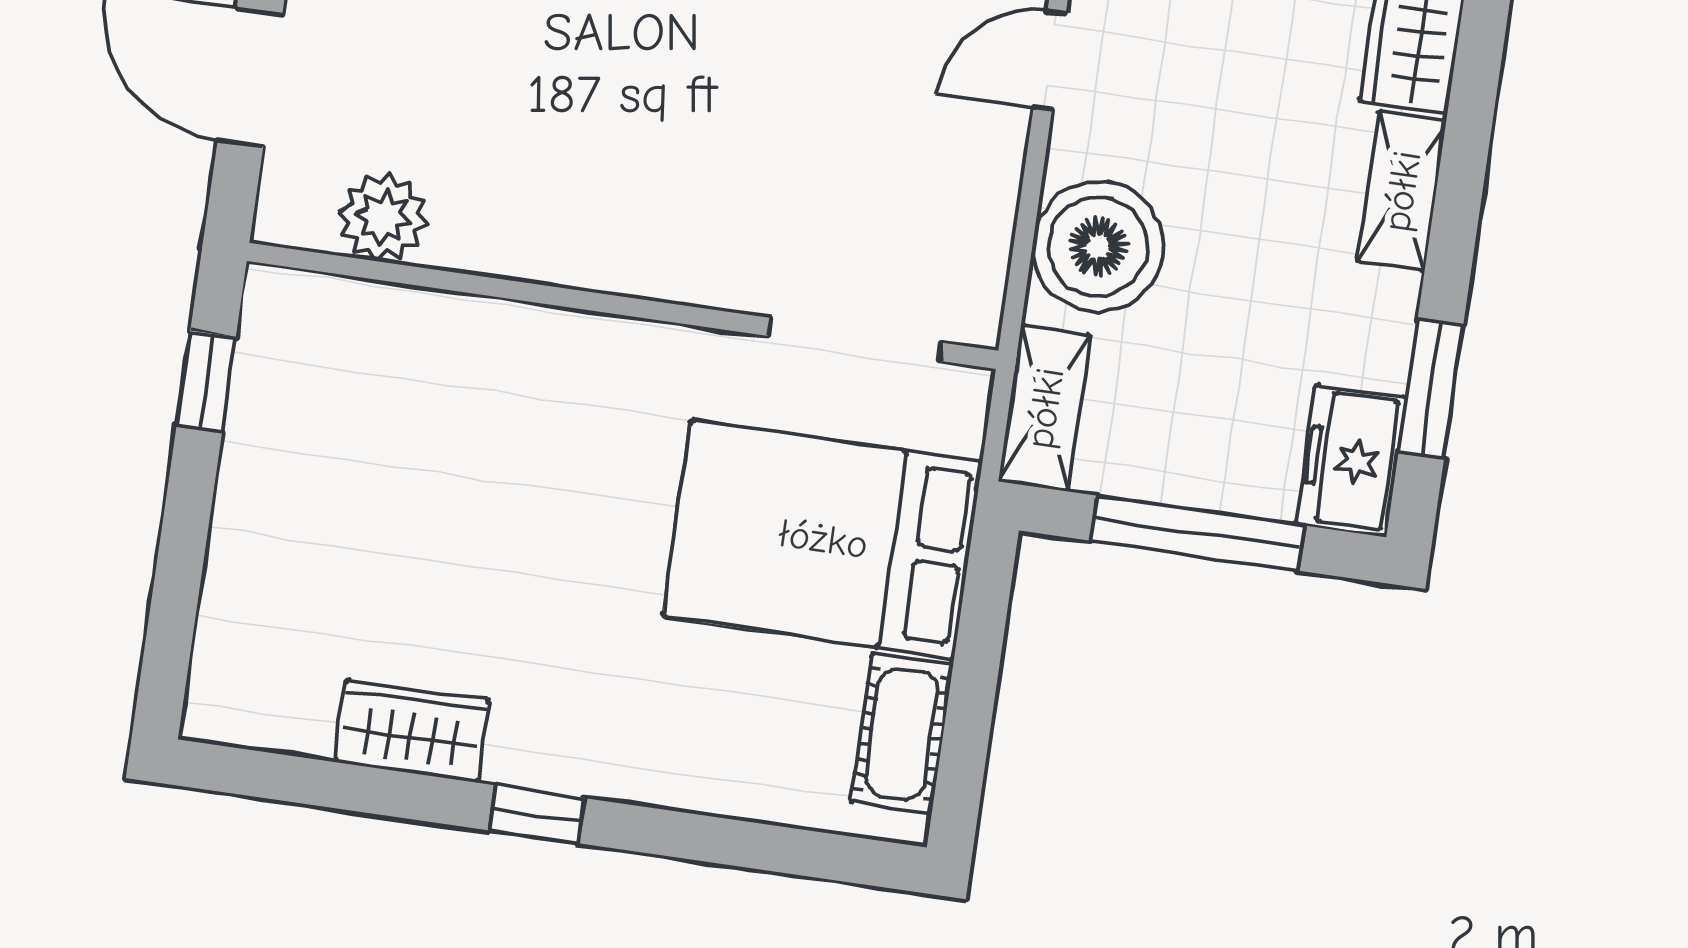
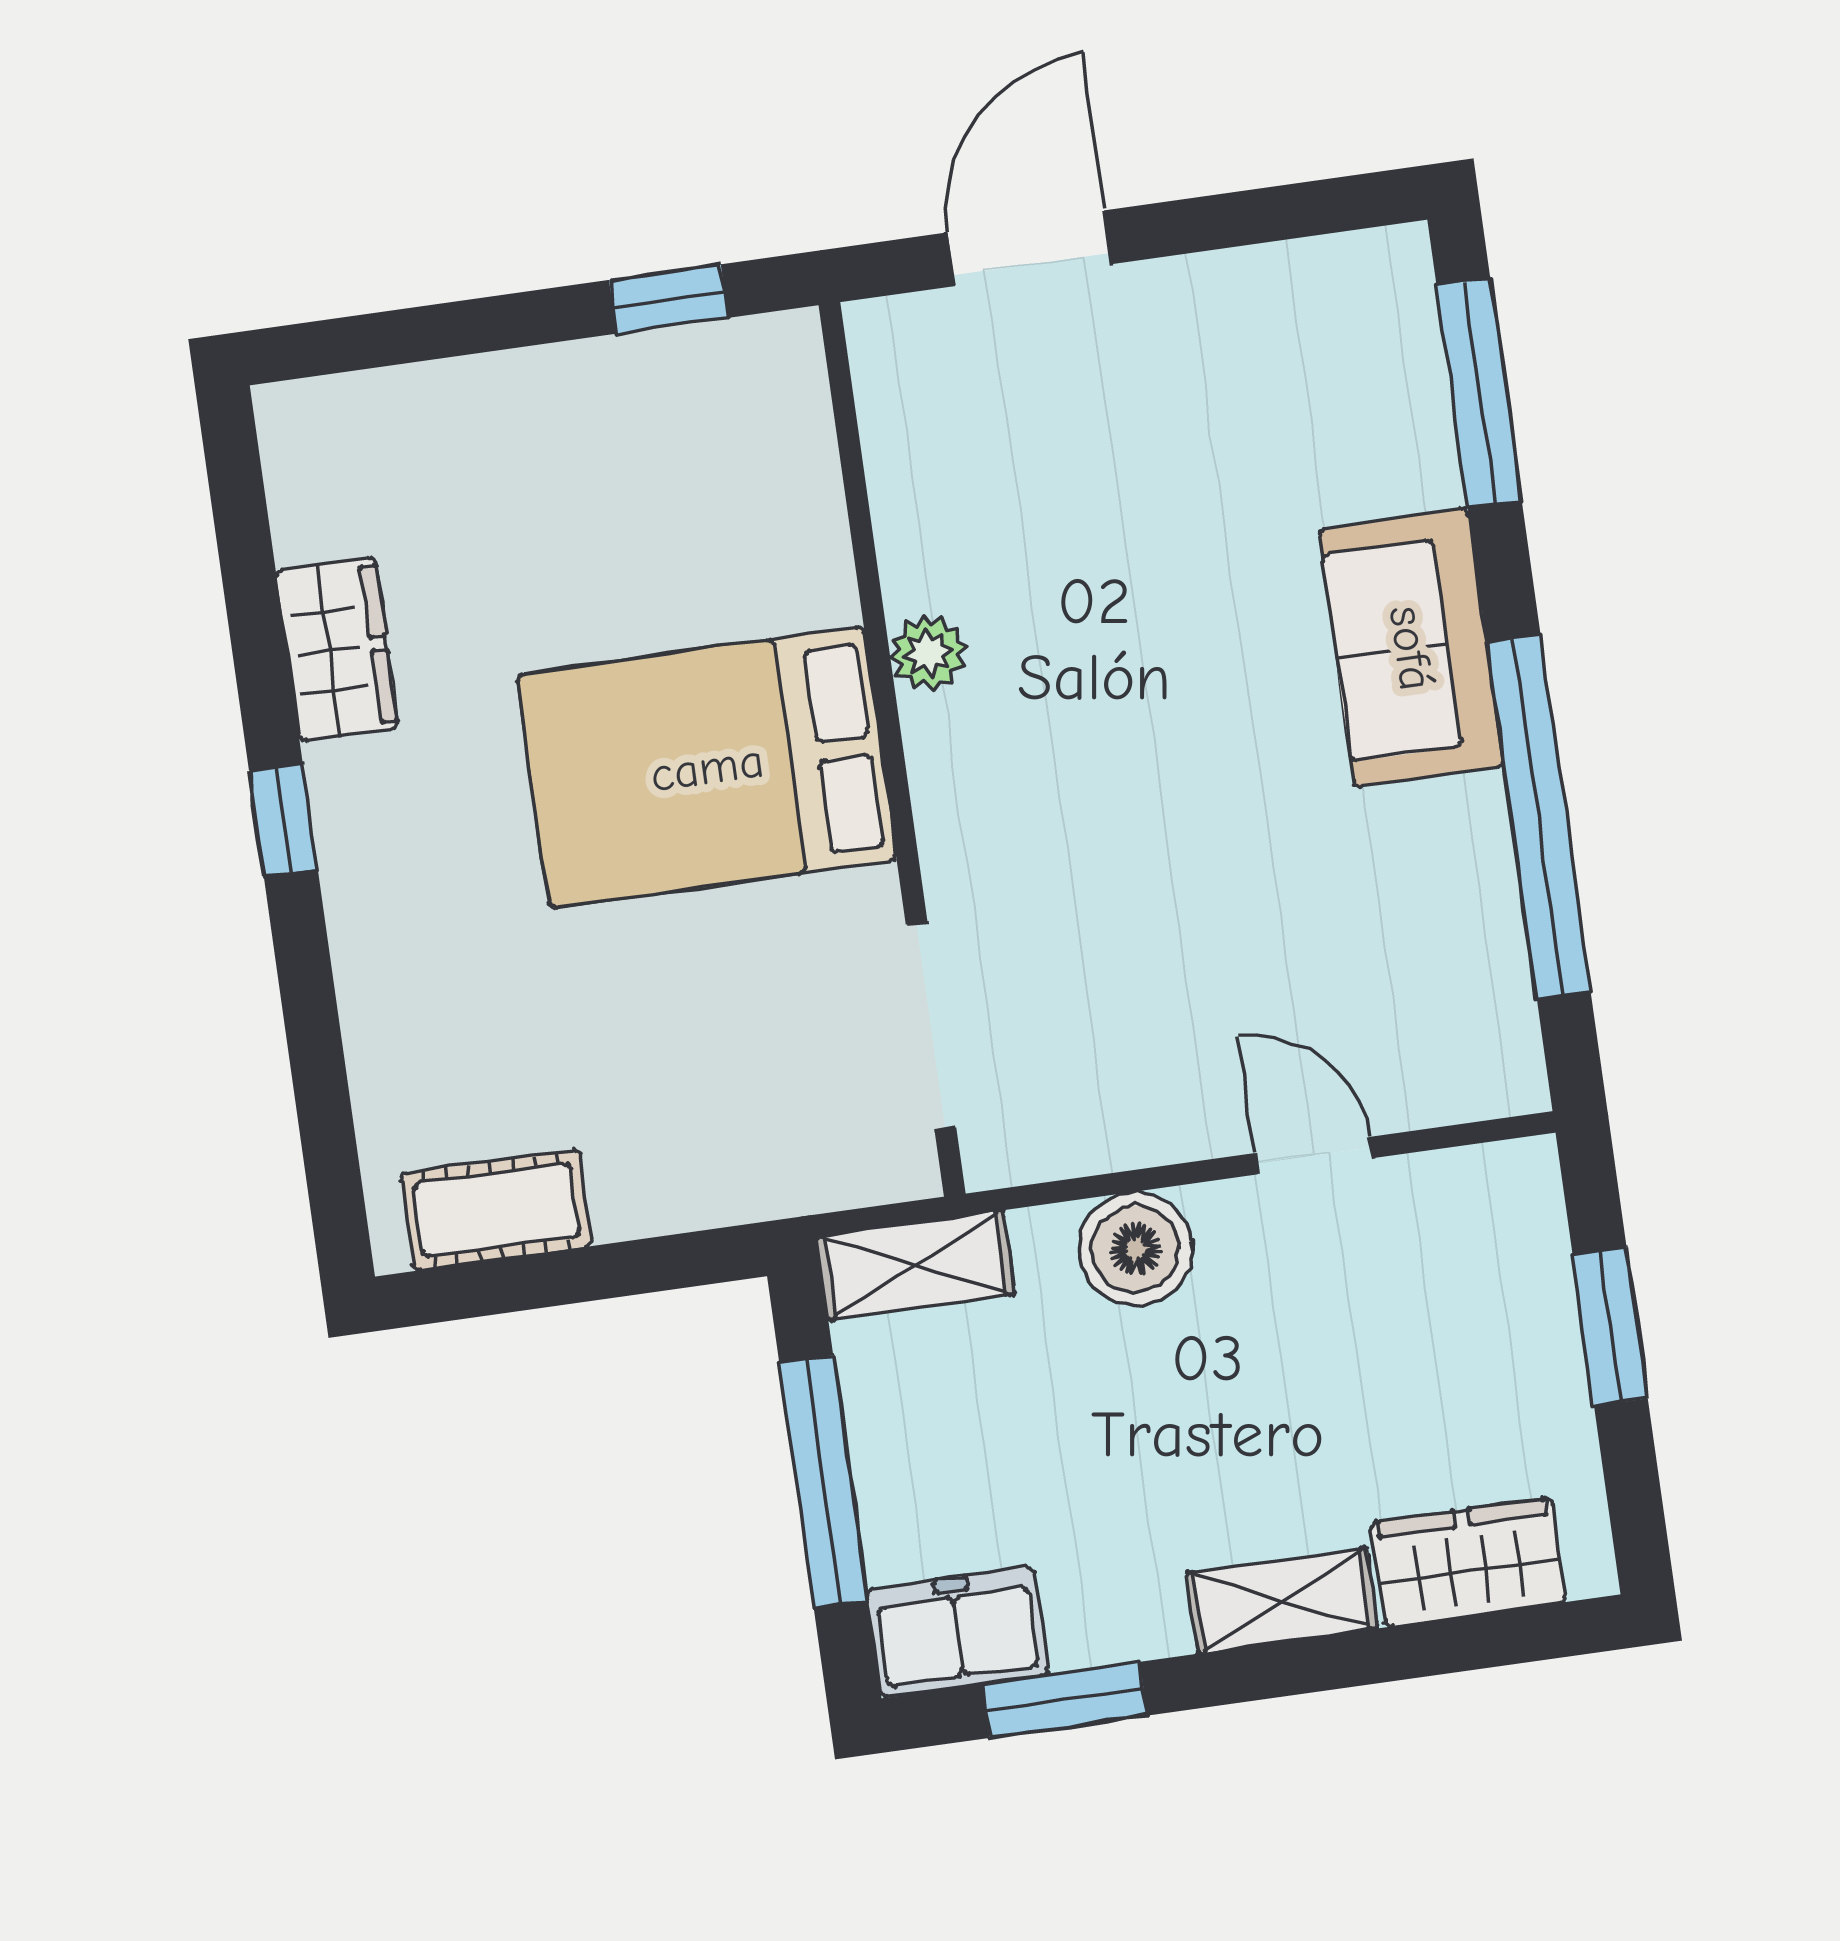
plant: (383, 218) -> (928, 653), moved, width x0.73, depth x0.73
boiler: (1098, 246) -> (1135, 1249), width x0.73, depth x0.73
bed: (823, 539) -> (707, 768), moved, turned -90

